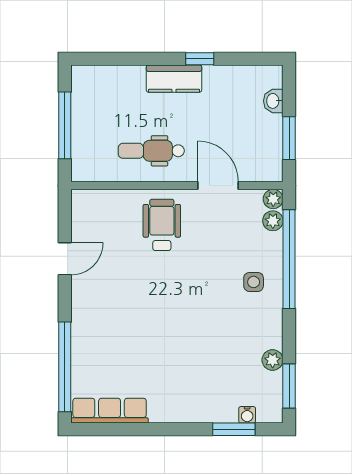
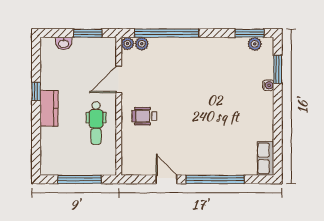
wheelchair: (162, 225) -> (144, 116), width x0.73, depth x0.73
side table: (254, 282) -> (182, 56), removed
plant: (273, 360) -> (255, 44), moved
window: (65, 367) -> (215, 179), moved
row of seats: (110, 411) -> (266, 158), width x0.68
water cooler: (247, 415) -> (268, 85), moved

